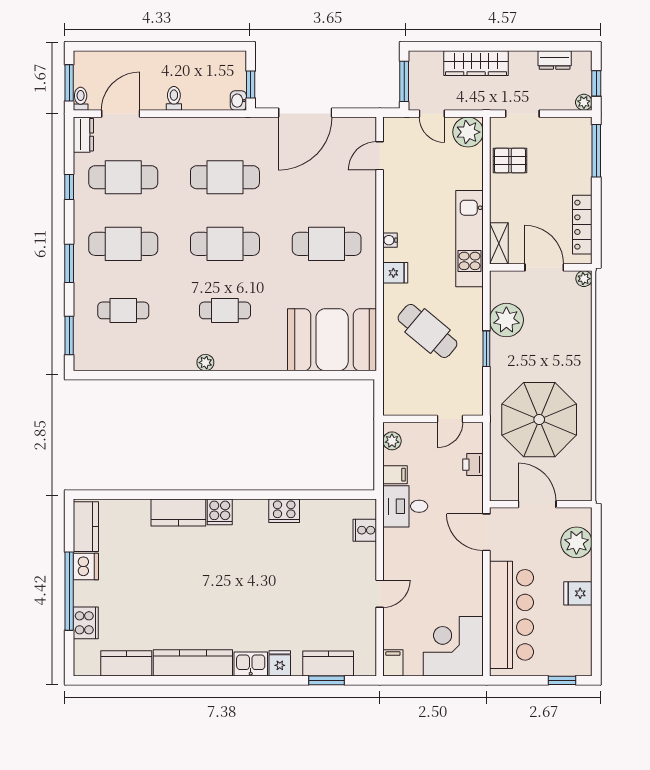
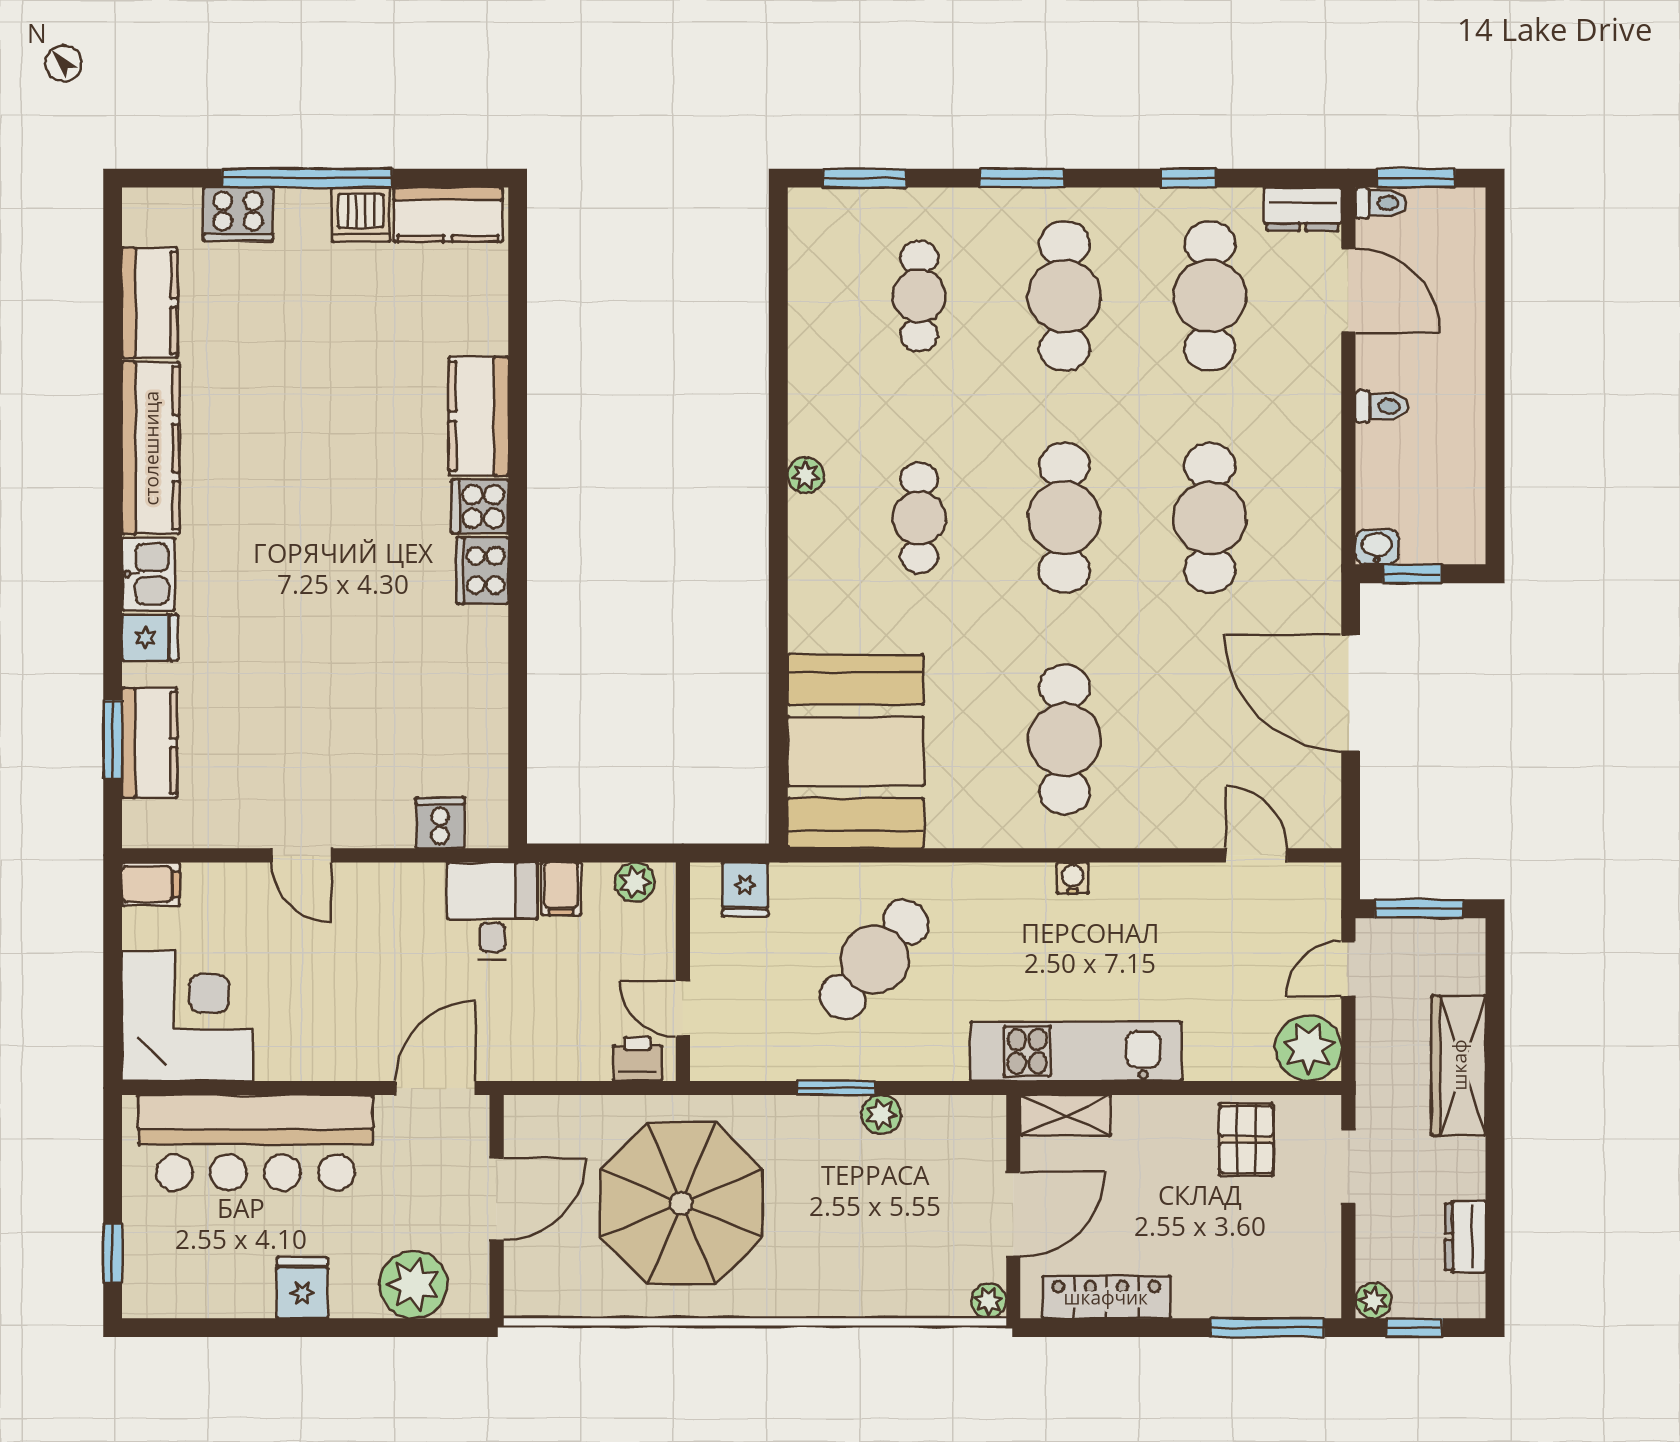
fridge: (395, 273) -> (745, 889), moved
plant: (506, 320) -> (881, 1115), width x0.53, depth x0.53
printer: (473, 465) -> (637, 1059), moved
cooker: (284, 511) -> (483, 570), moved

